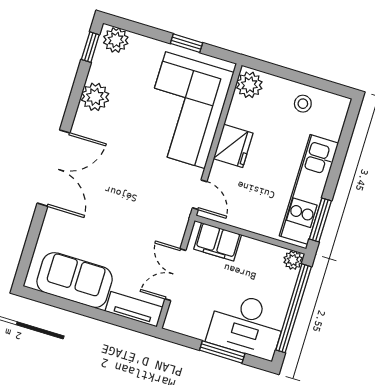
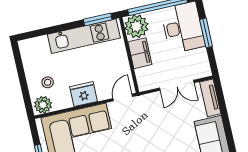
stool: (303, 104) -> (48, 82), moved
filing cabinet: (218, 242) -> (140, 53), moved
plant: (293, 260) -> (136, 26), width x1.87, depth x1.87

